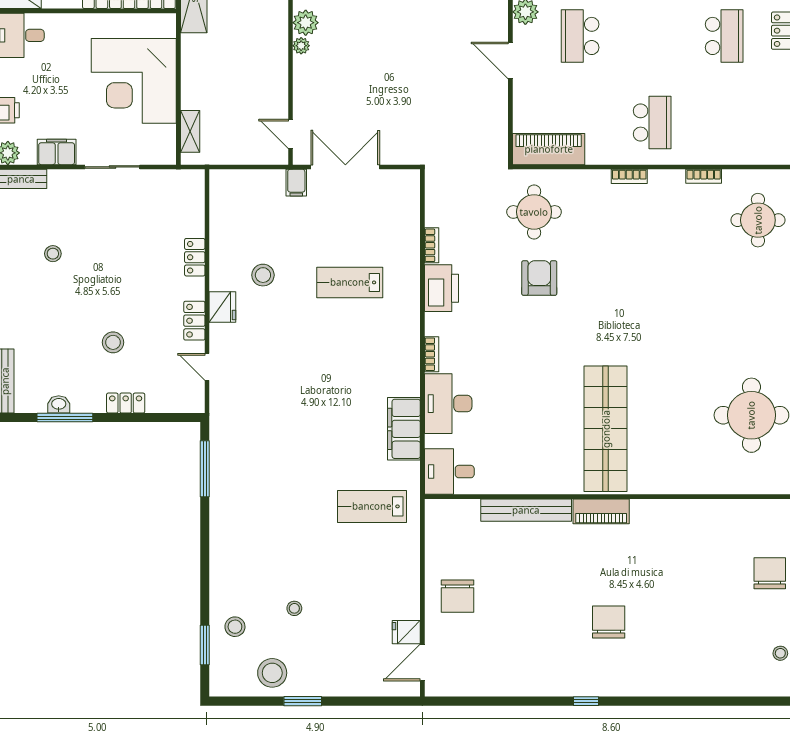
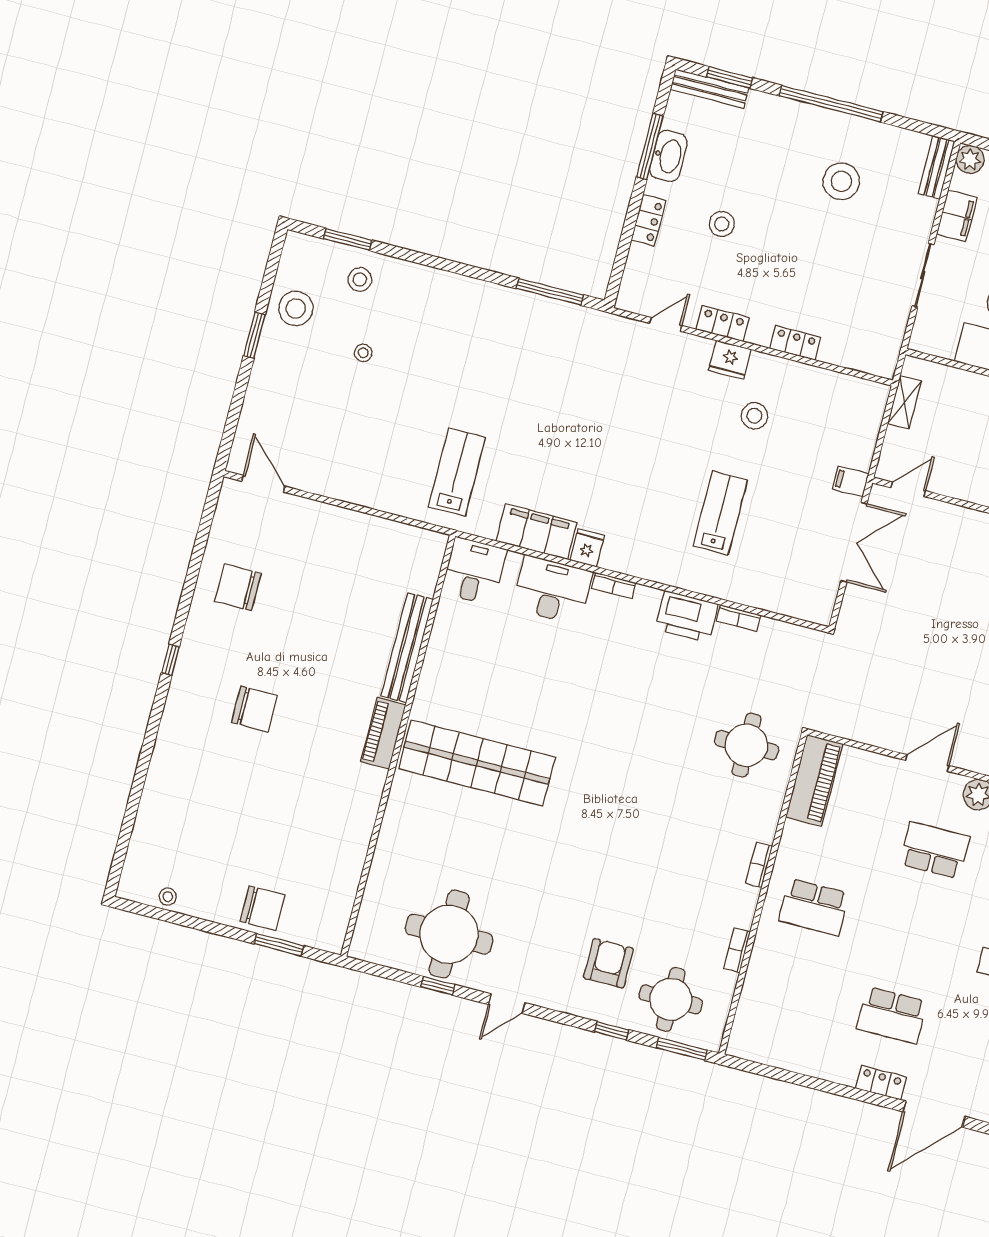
shelving: (190, 131) -> (904, 402), moved, turned 90
stool: (53, 254) -> (841, 181), width x1.89, depth x1.89
armchair: (539, 278) -> (608, 963), moved, turned -90
washbasin: (59, 404) -> (668, 156), width x1.91, depth x1.45
chair: (458, 596) -> (238, 587), moved
fridge: (406, 632) -> (587, 548), moved

